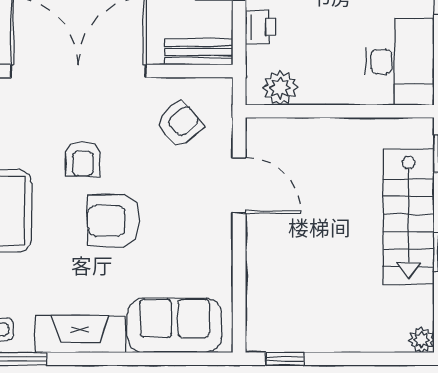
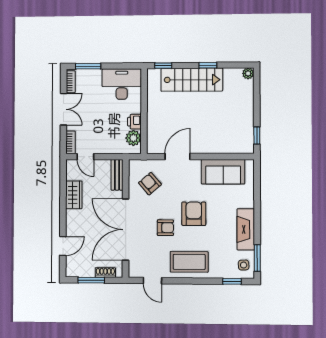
printer: (260, 27) -> (134, 122), moved, turned -90
armchair: (114, 221) -> (194, 214), turned 180
sofa: (175, 325) -> (223, 172), moved, turned -90

